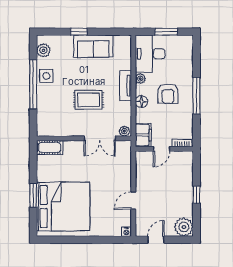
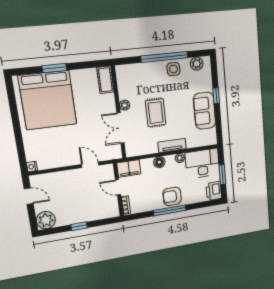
printer: (183, 43) -> (214, 191), added
armchair: (168, 94) -> (172, 196), moved
plant: (124, 131) -> (125, 105), moved
door: (133, 201) -> (90, 165), moved

